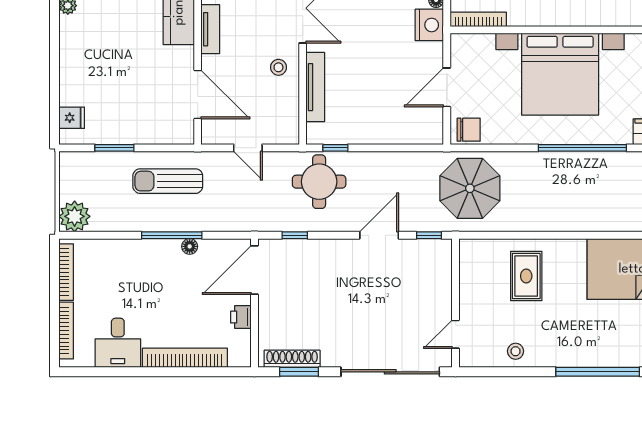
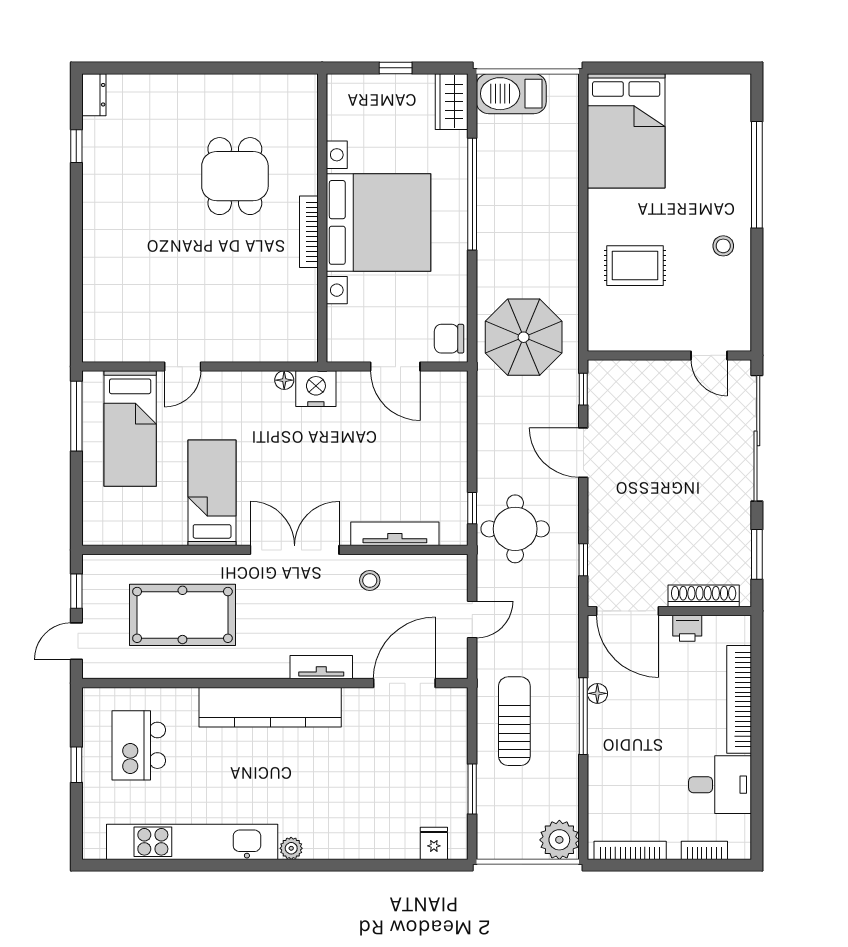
bookcase: (478, 19) -> (309, 232), moved
chair: (469, 130) -> (449, 339), turned -90
sun lounger: (168, 181) -> (514, 721), turned 180
bookcase: (66, 331) -> (704, 850), width x0.64
stool: (516, 351) -> (723, 246), moved
shoe rack: (292, 359) -> (704, 596), moved, turned 90

